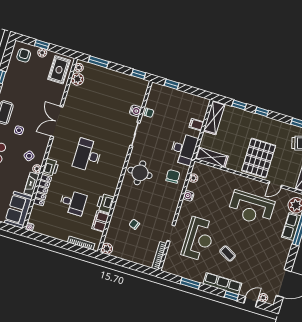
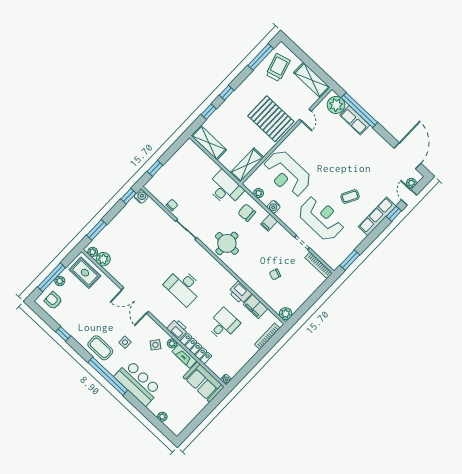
window: (42, 45) -> (52, 277), width x2.17
water cooler: (135, 111) -> (141, 196), moved
filing cabinet: (196, 125) -> (269, 223), moved
reception desk: (251, 208) -> (287, 174), moved, turned 90
window: (190, 283) -> (350, 260), moved

